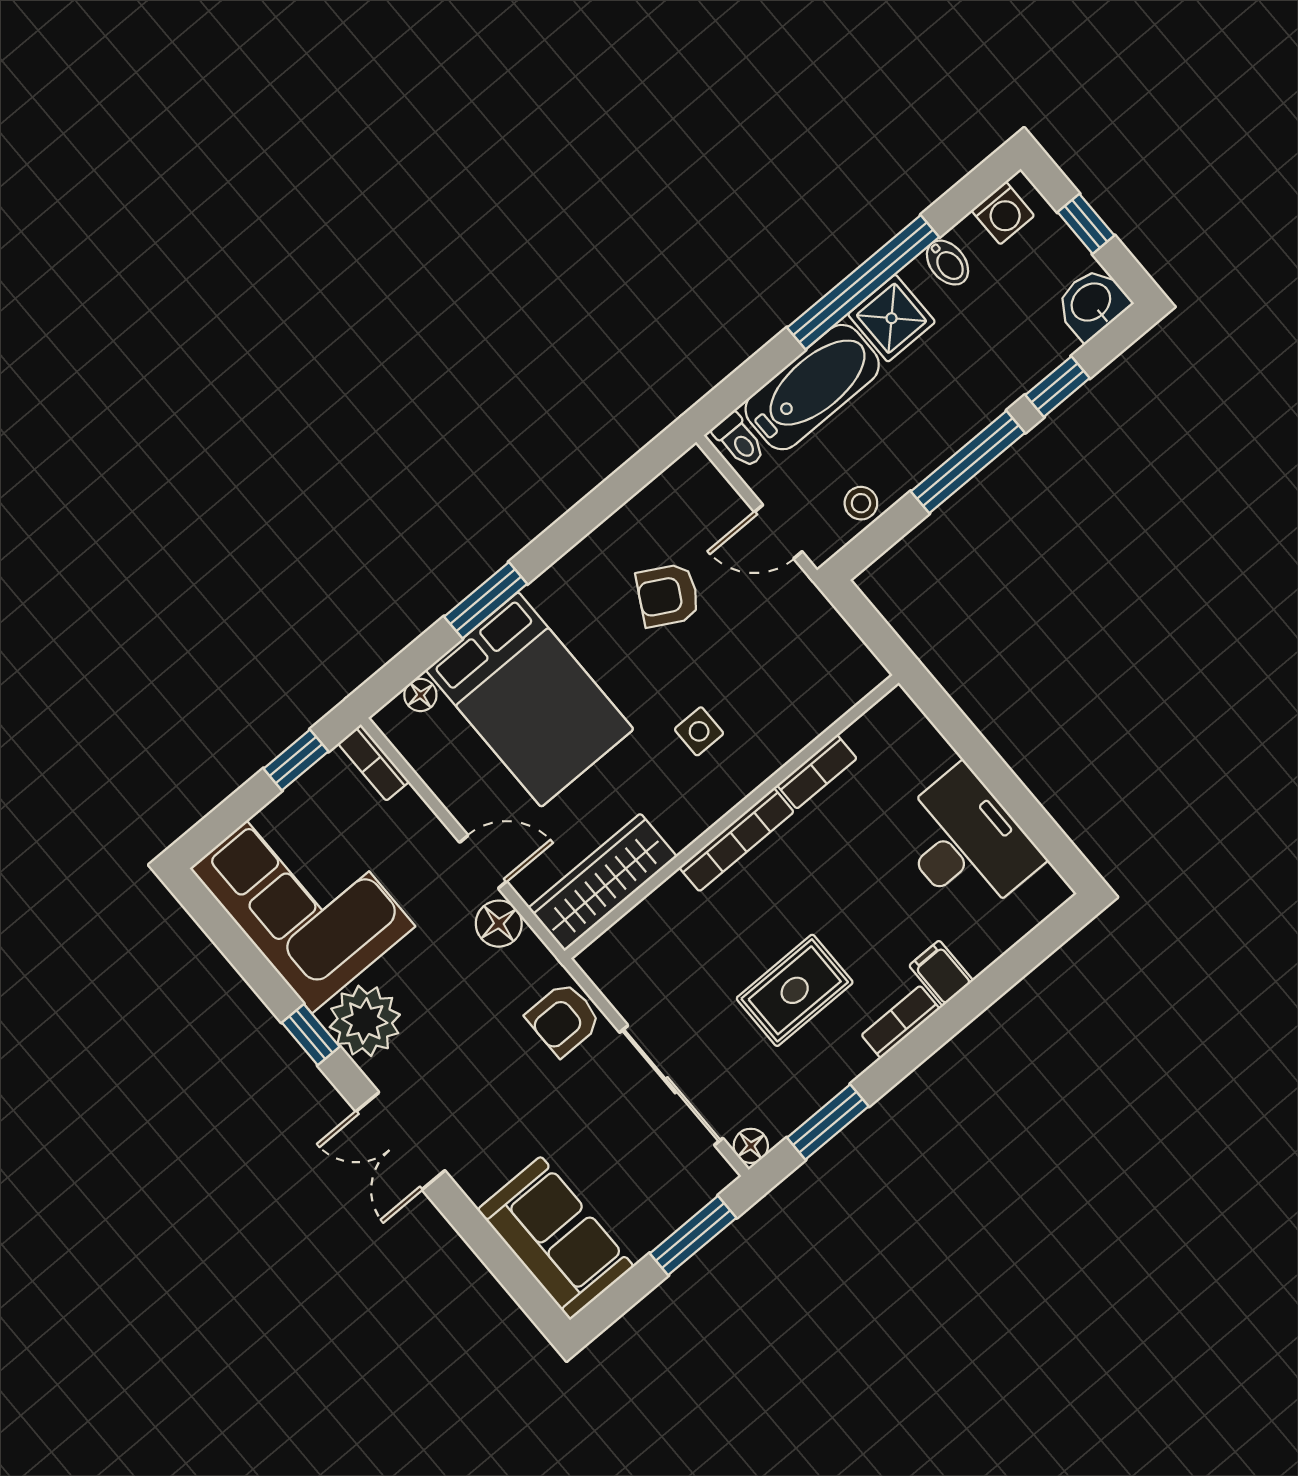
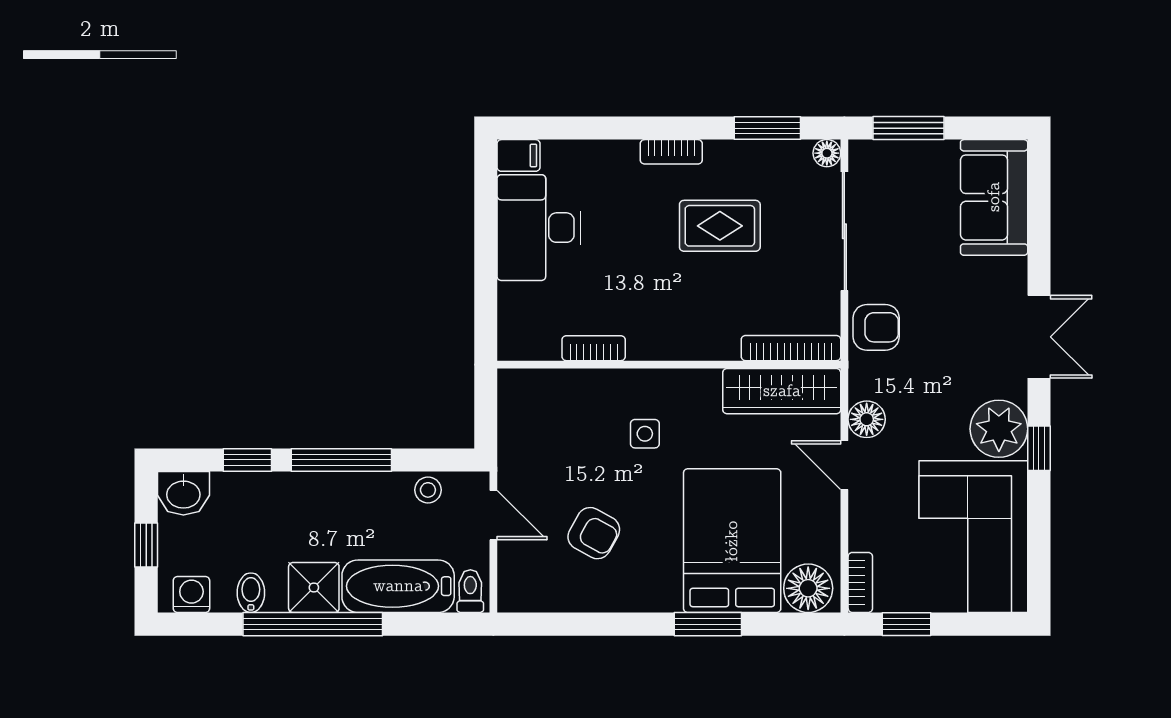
floor lamp: (420, 695) -> (808, 588), width x1.89, depth x1.89
bookcase: (736, 840) -> (791, 348), moved
filing cabinet: (941, 973) -> (519, 155), moved, turned -90

